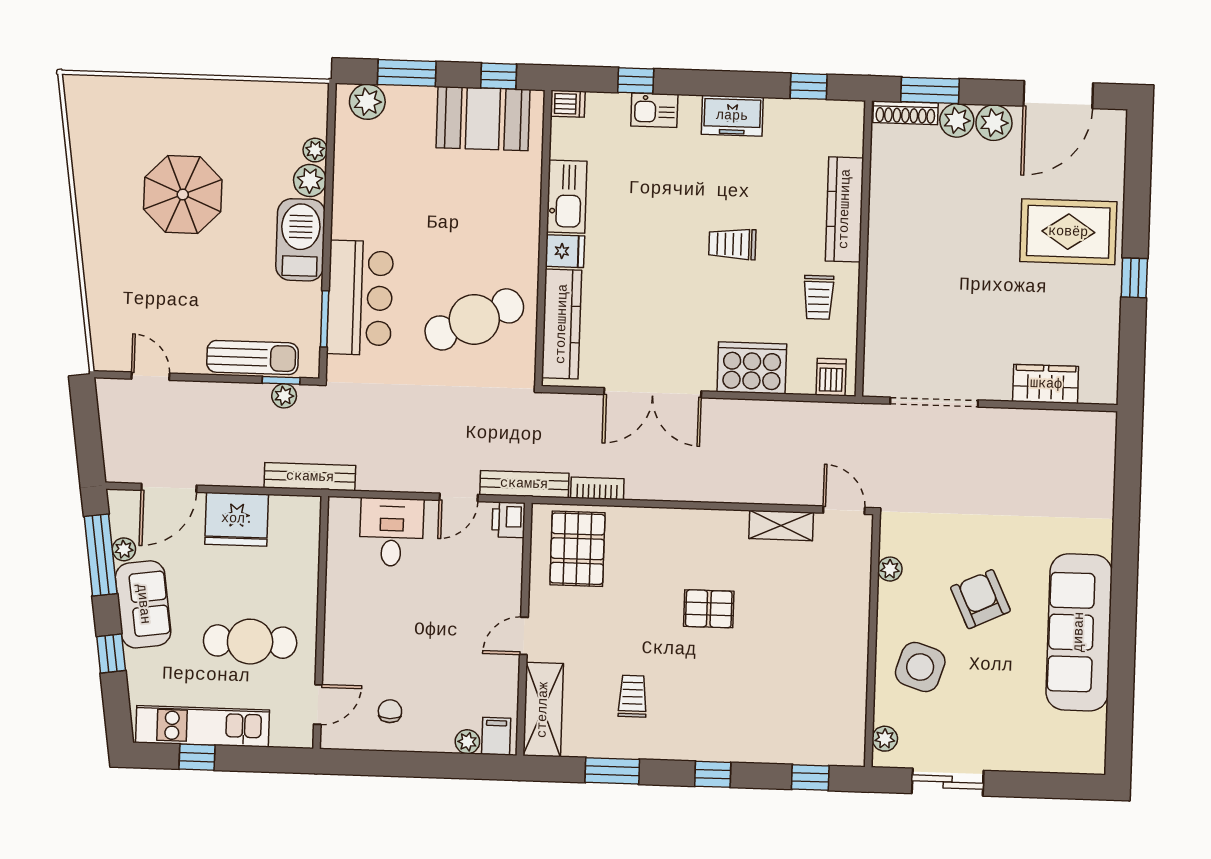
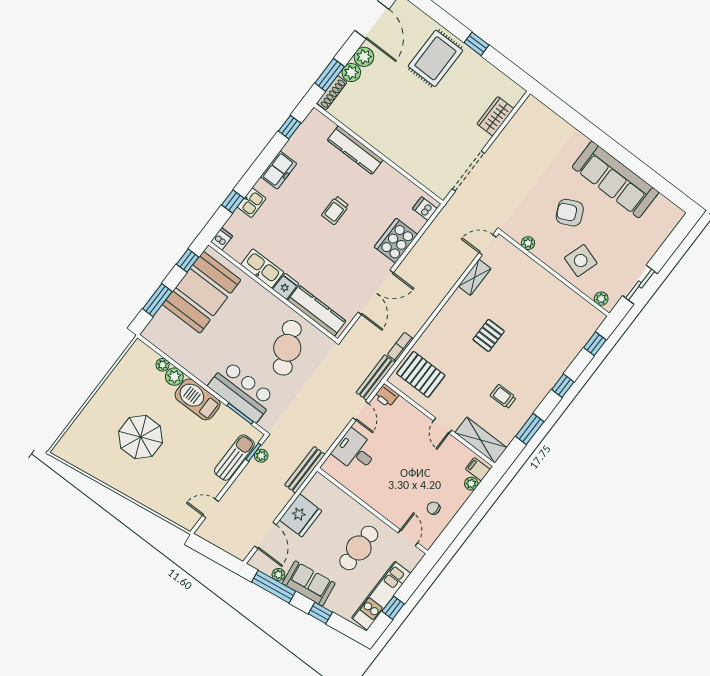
plant: (367, 102) -> (158, 327), removed
booth: (483, 119) -> (202, 292), width x1.36, depth x1.42
trolley: (819, 297) -> (386, 189), removed

